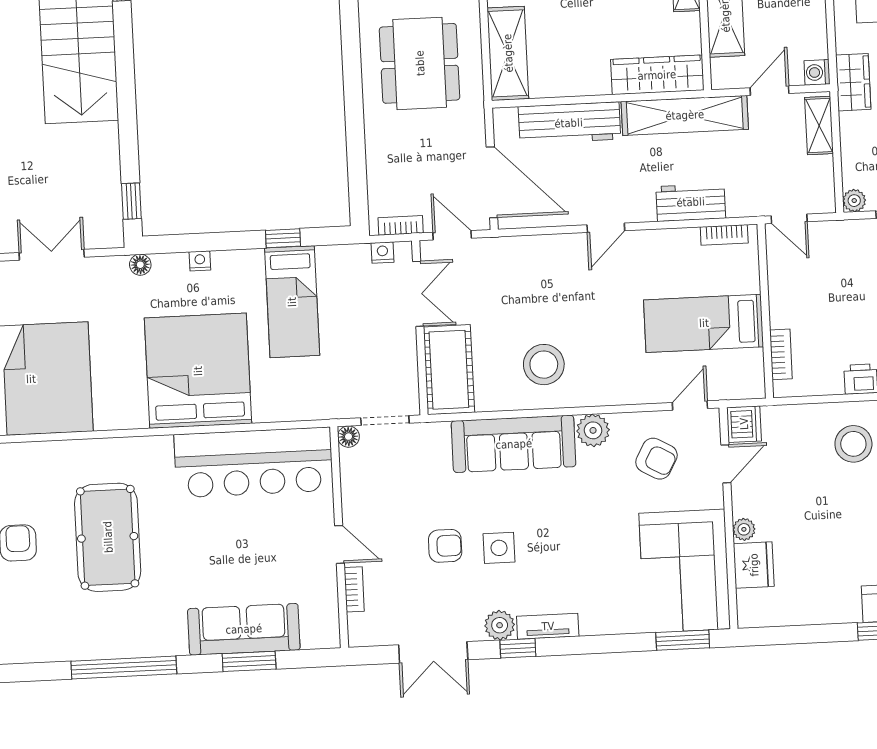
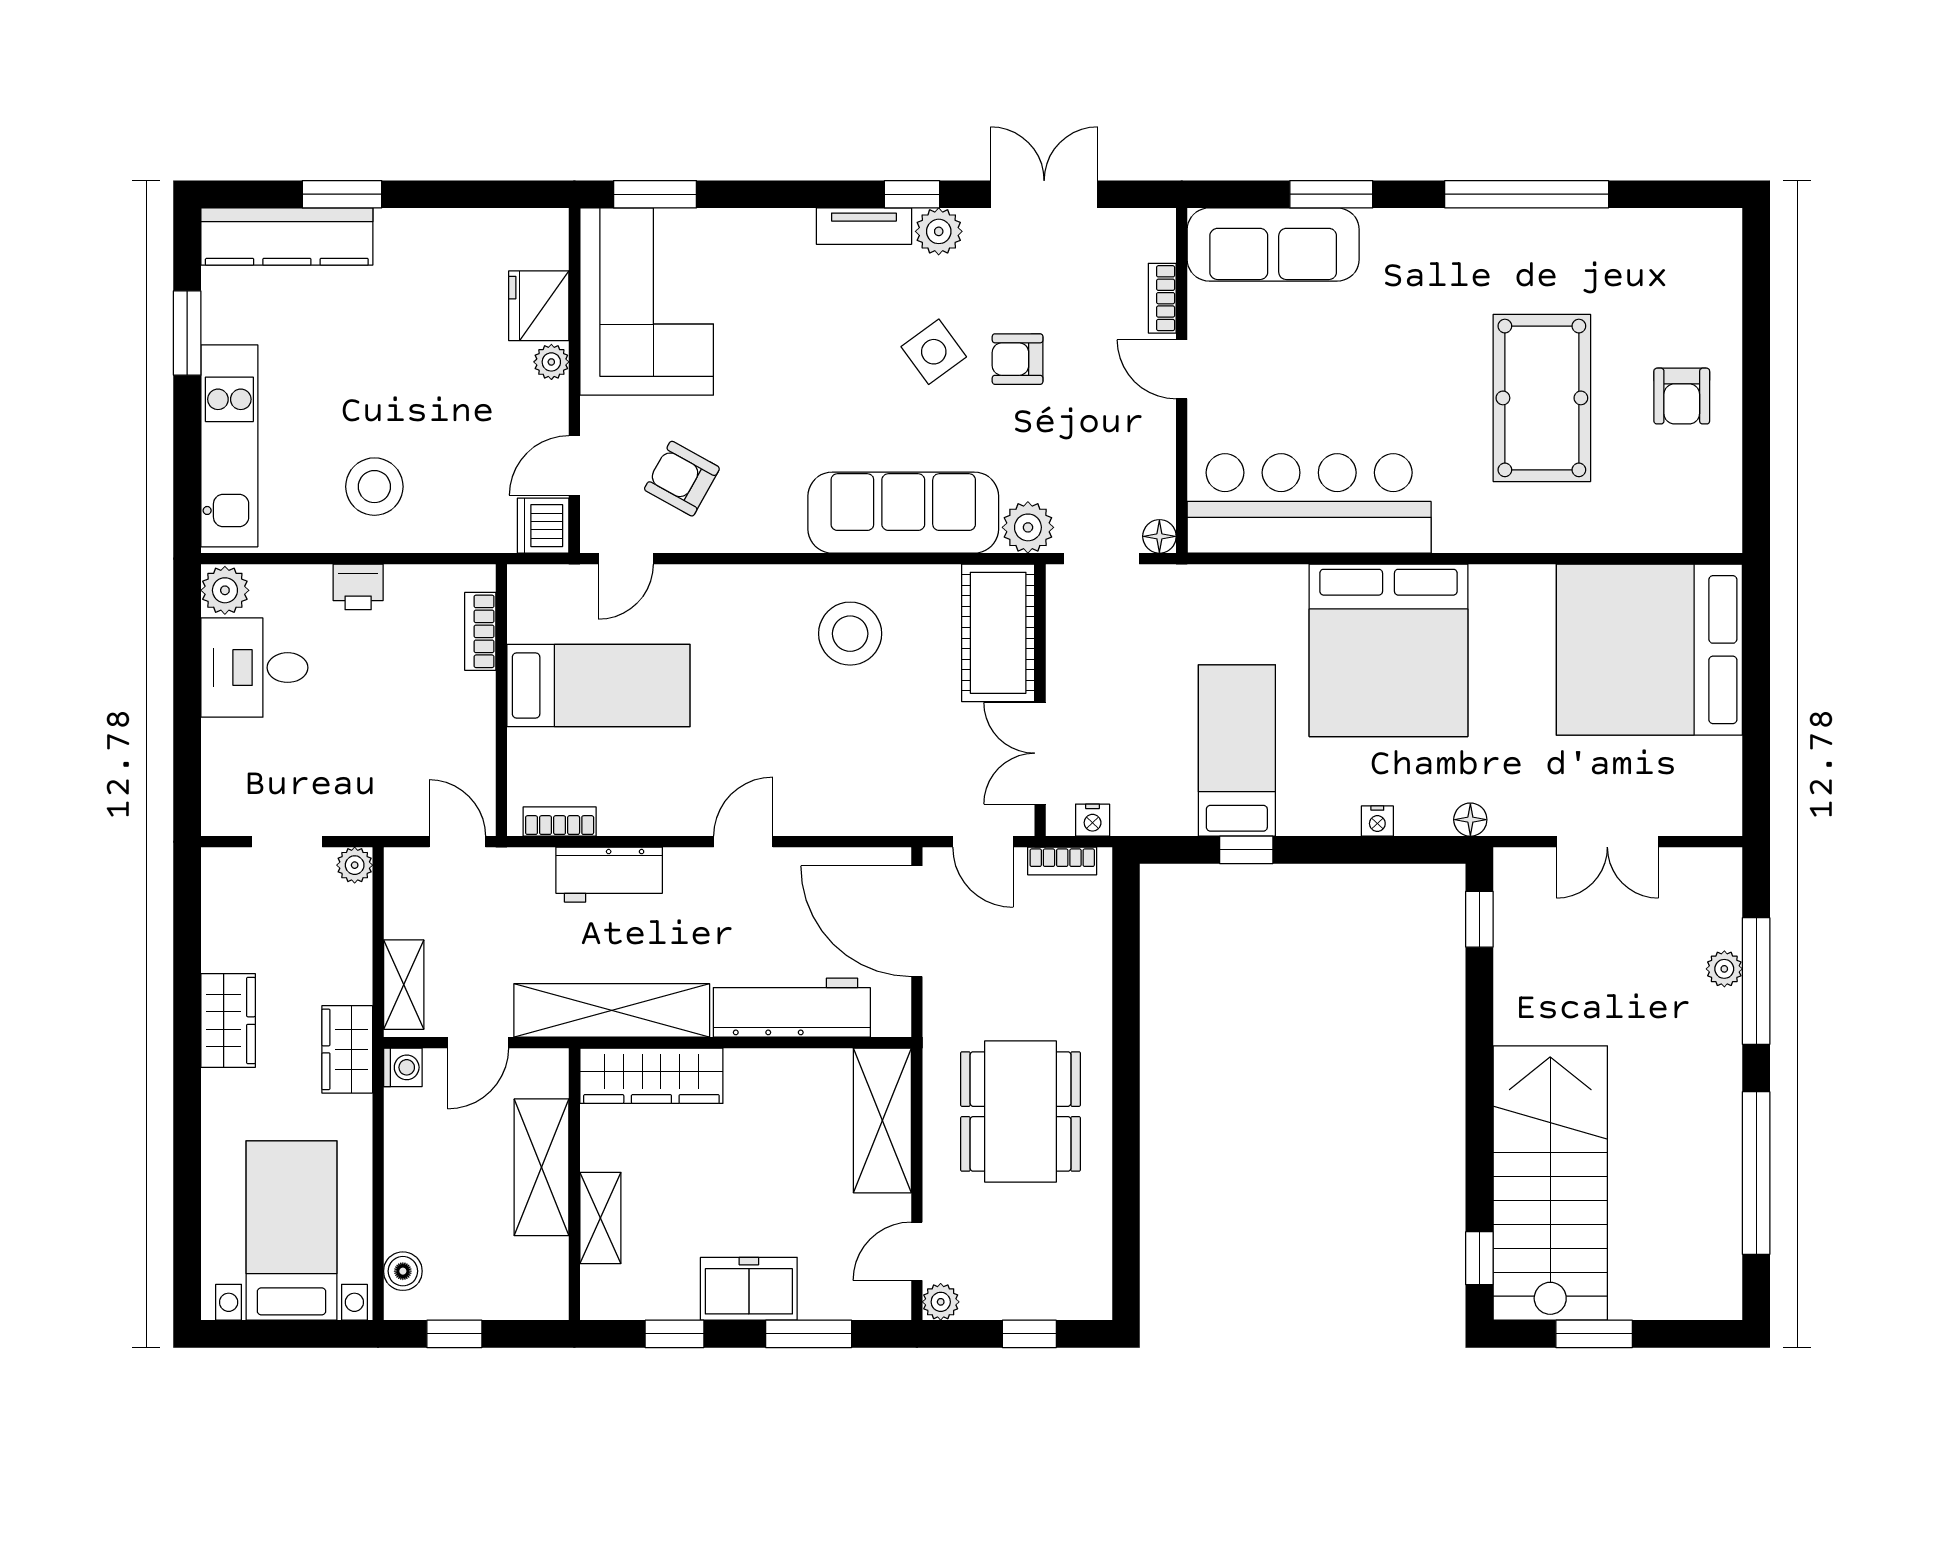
plant: (593, 430) -> (1028, 527), moved
side table: (499, 548) -> (934, 352), turned -36
sofa: (244, 629) -> (1273, 244), moved

